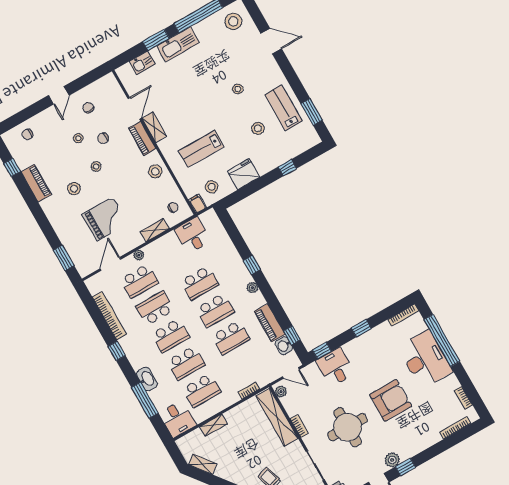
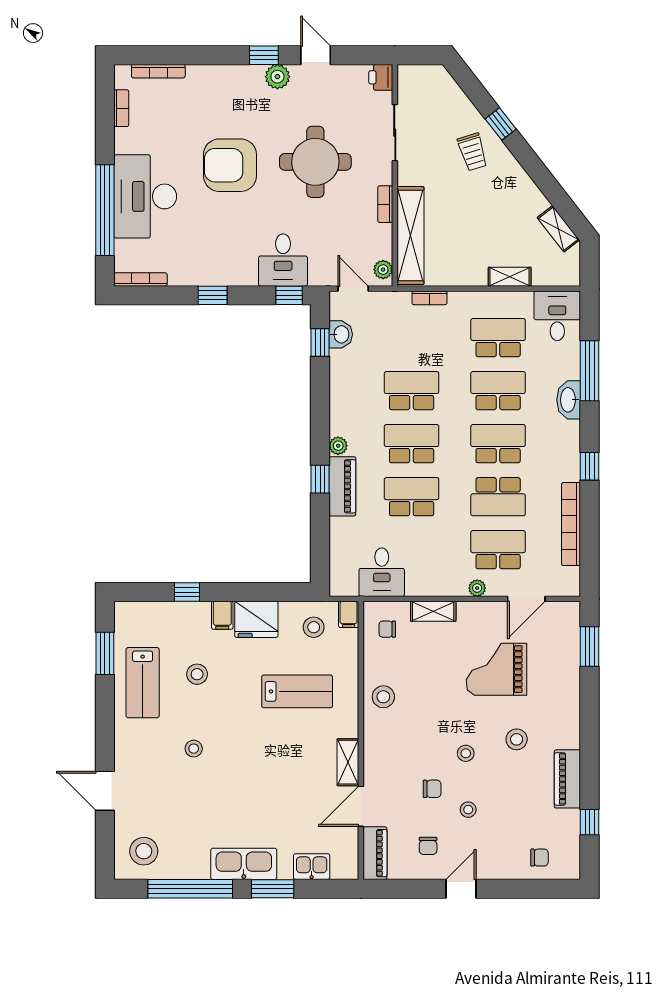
piano: (142, 138) -> (375, 853), moved
filing cabinet: (262, 166) -> (222, 615), added
piano: (270, 323) -> (342, 486), moved

